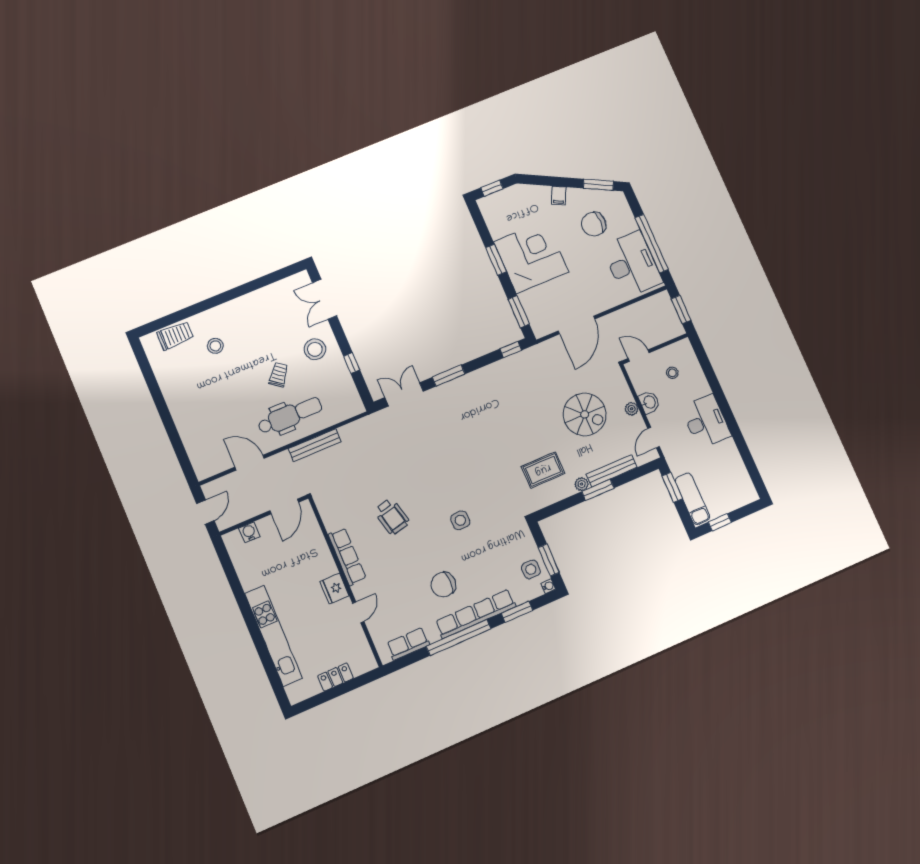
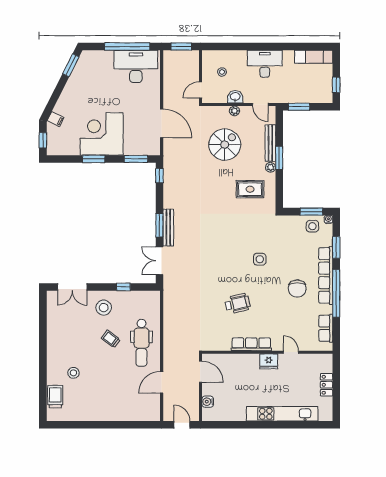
filing cabinet: (559, 196) -> (56, 119), moved
chair: (594, 224) -> (97, 81), removed
dental chair: (290, 416) -> (141, 343), turned 180
bench: (315, 445) -> (168, 228), moved
rug: (543, 470) -> (250, 189), turned 90
exam couch: (692, 499) -> (314, 57), moved, turned 180

